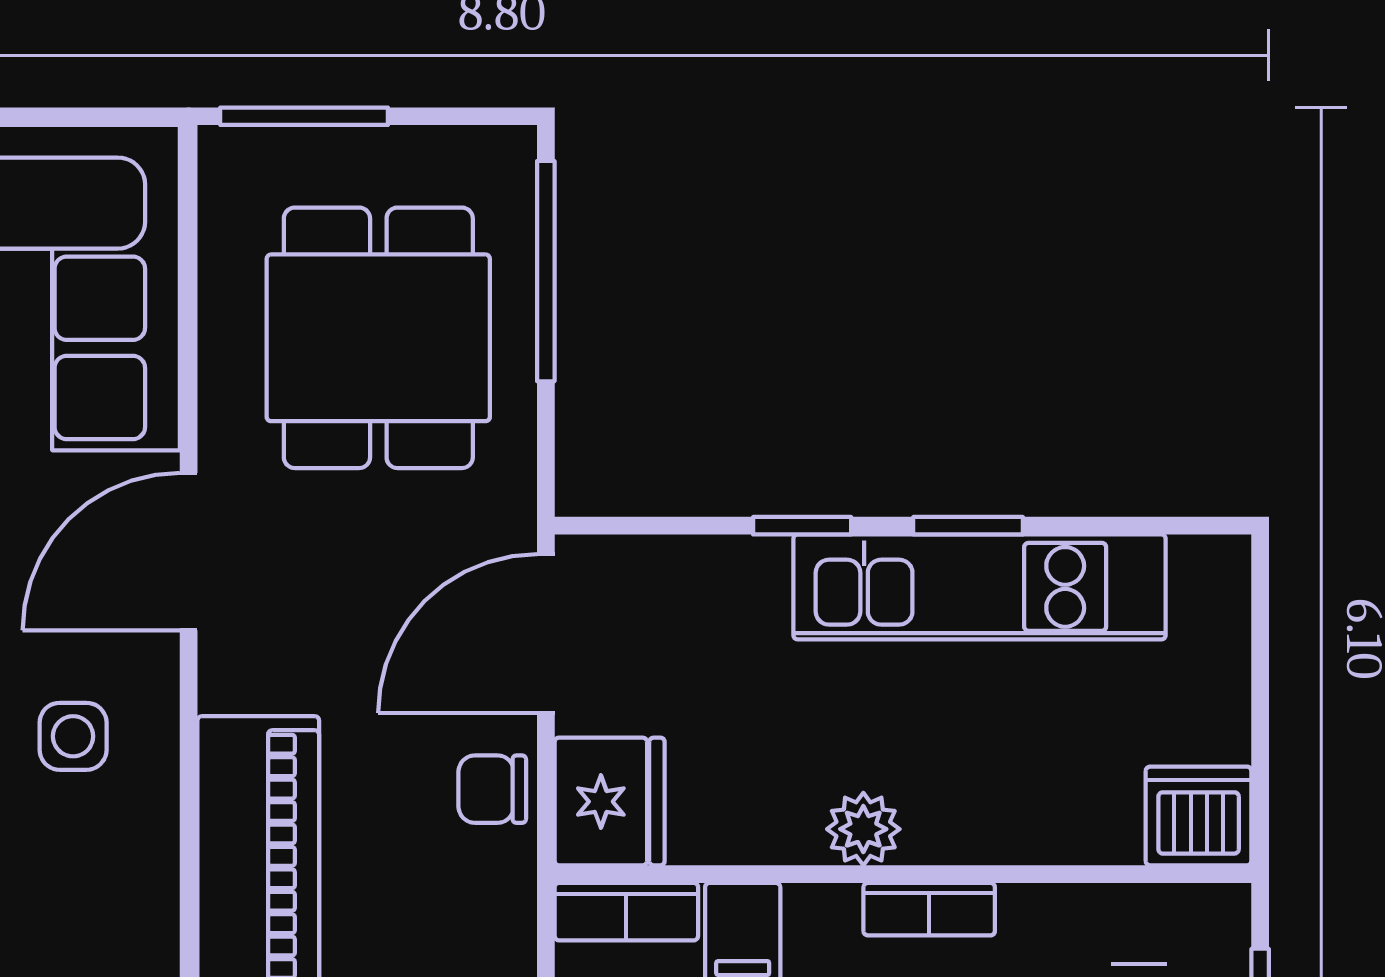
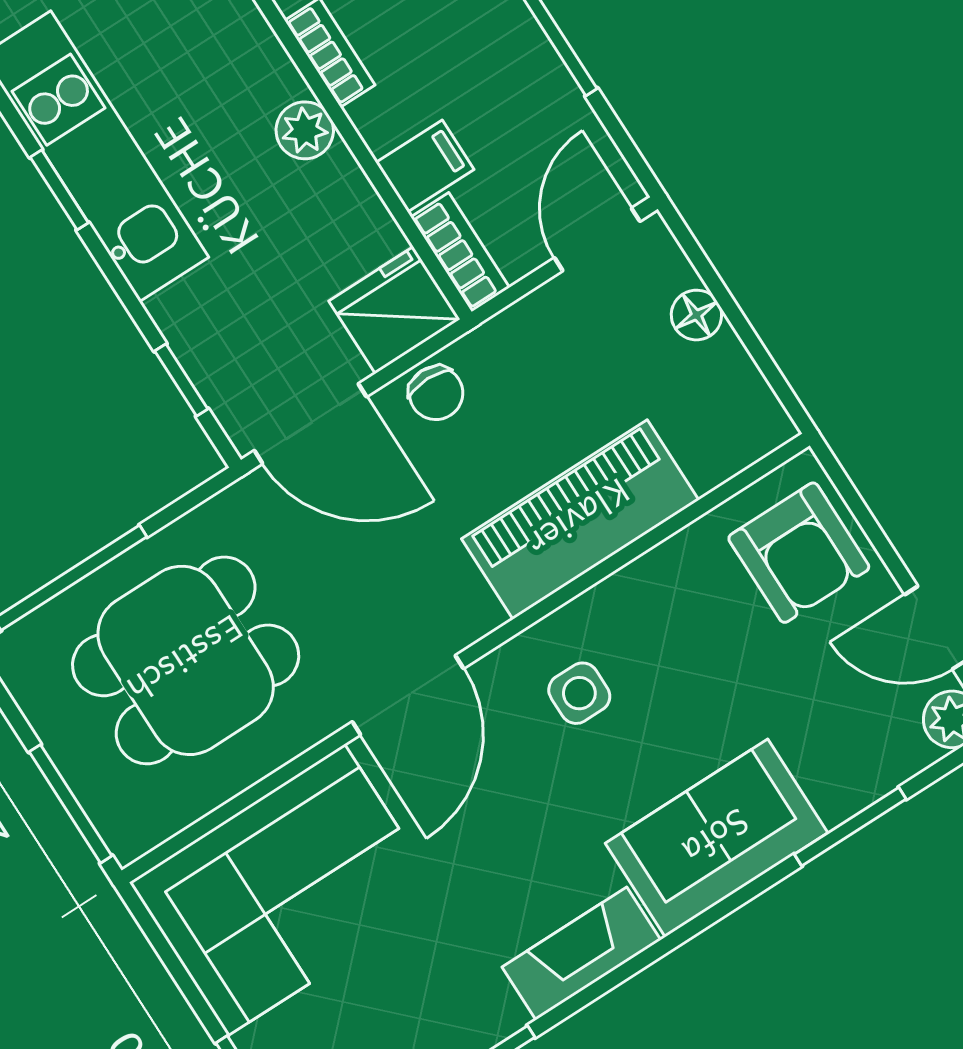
window: (802, 526) -> (181, 380), moved
door: (189, 552) -> (408, 695), hinge flipped

